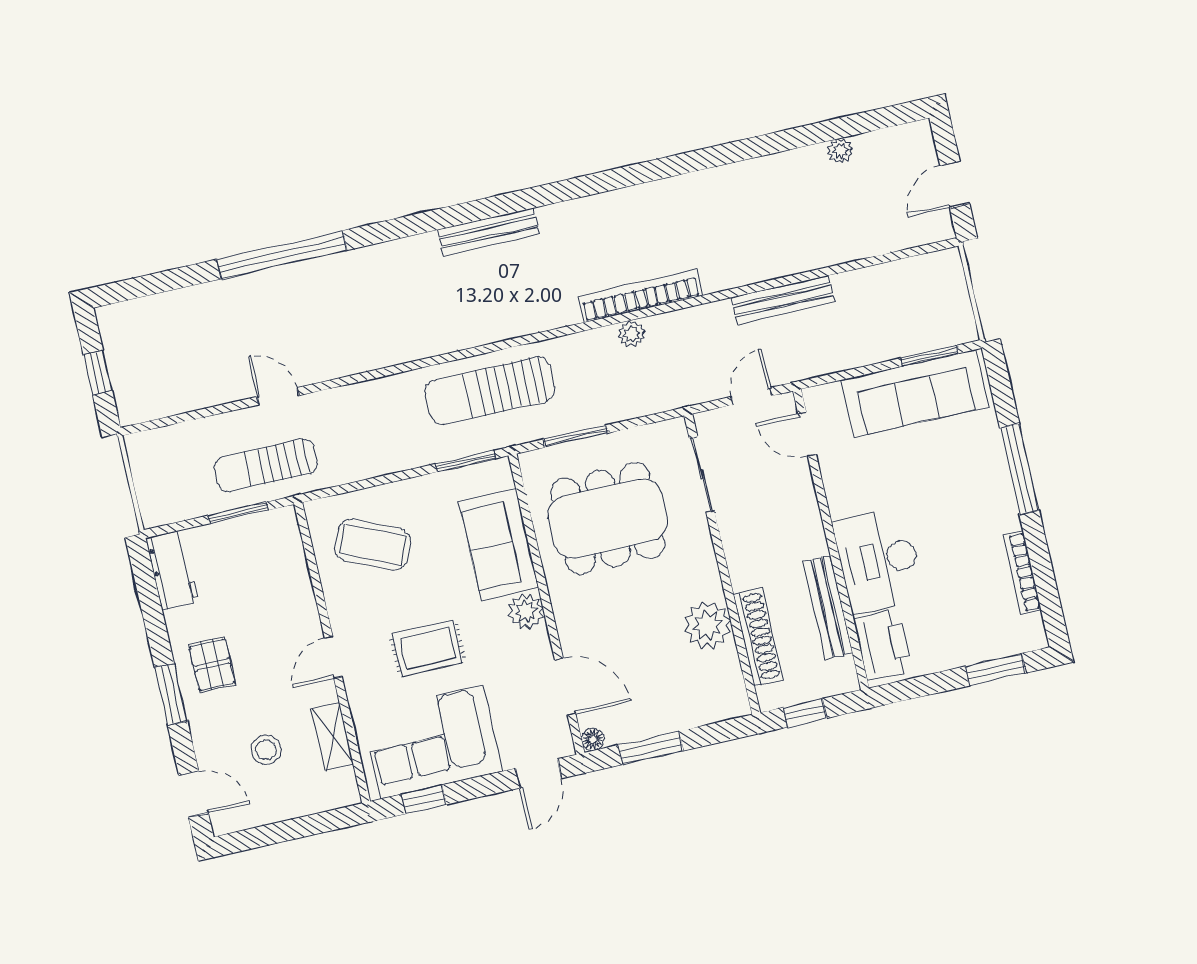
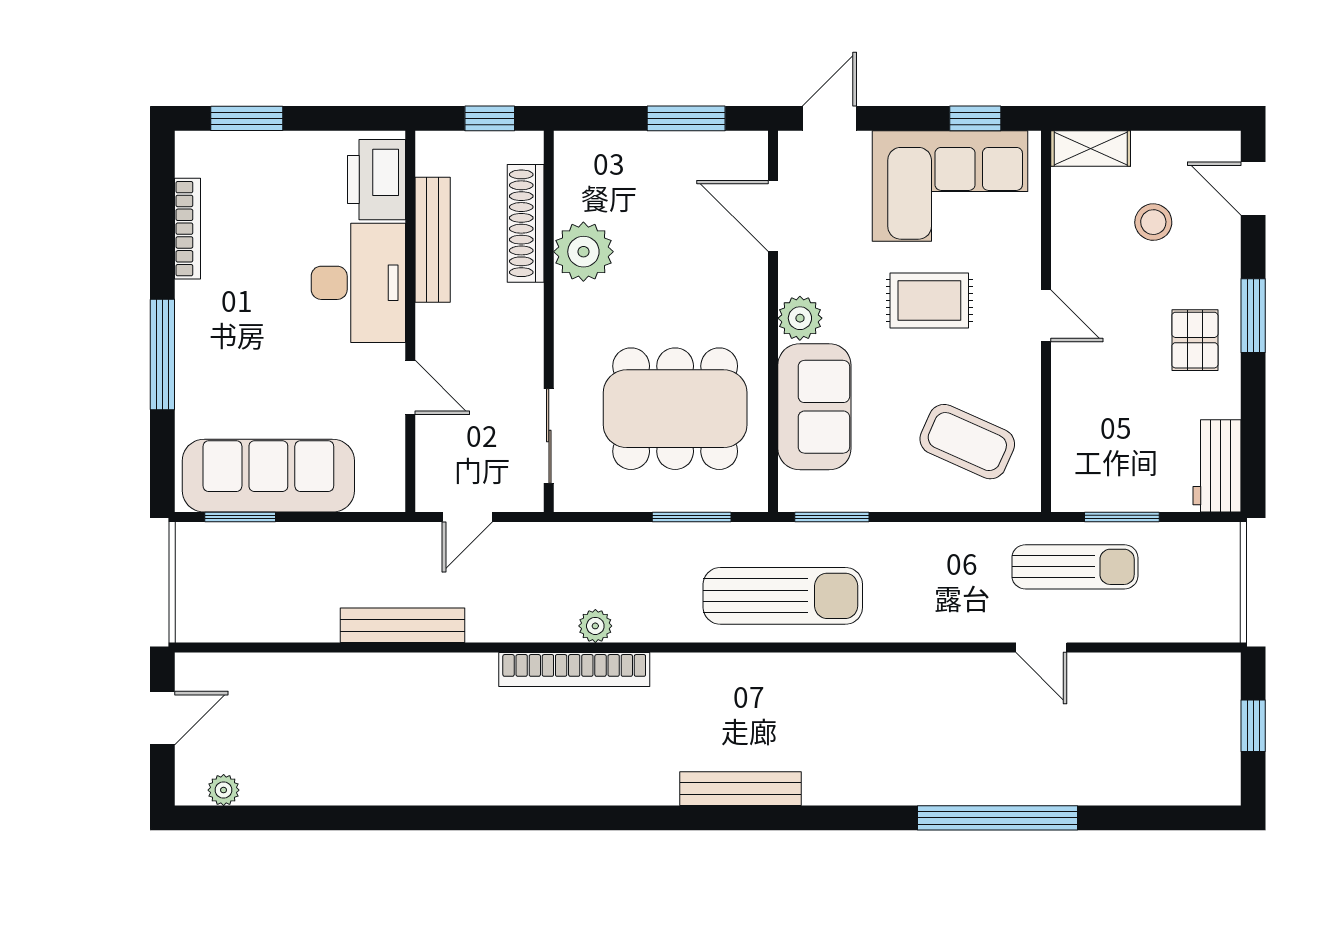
plant: (840, 151) -> (224, 790), moved
door: (807, 434) -> (410, 387), moved
door: (333, 657) -> (1046, 316), hinge flipped
shelving: (333, 737) -> (1091, 149), moved, turned 90
floor lamp: (593, 739) -> (754, 145), removed

